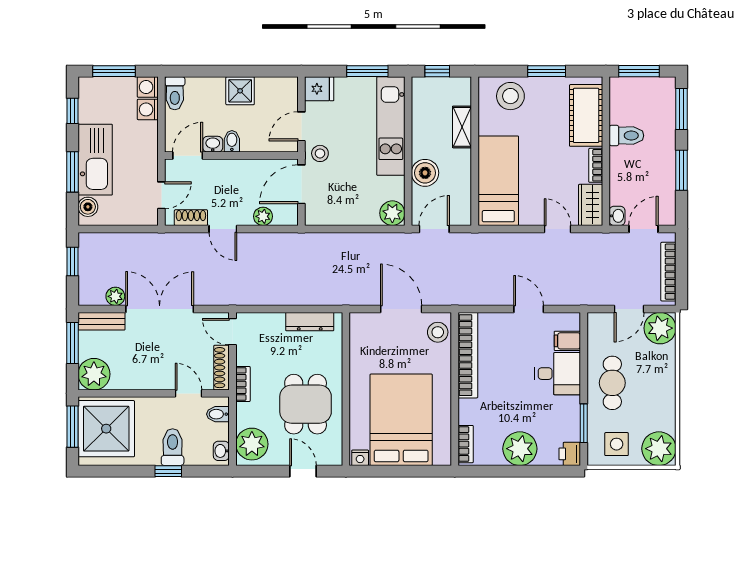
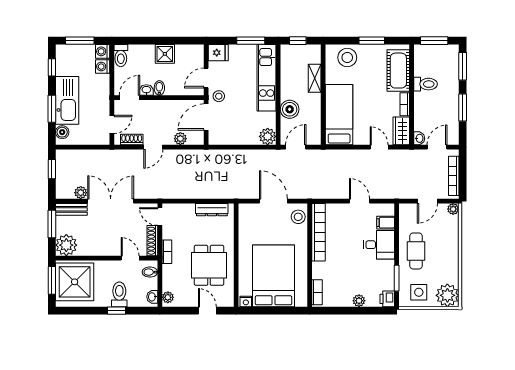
door: (223, 229) -> (153, 147), hinge flipped
plant: (660, 328) -> (453, 209), width x0.53, depth x0.53
plant: (252, 444) -> (168, 297), width x0.53, depth x0.53
plant: (520, 449) -> (359, 301), width x0.53, depth x0.53

